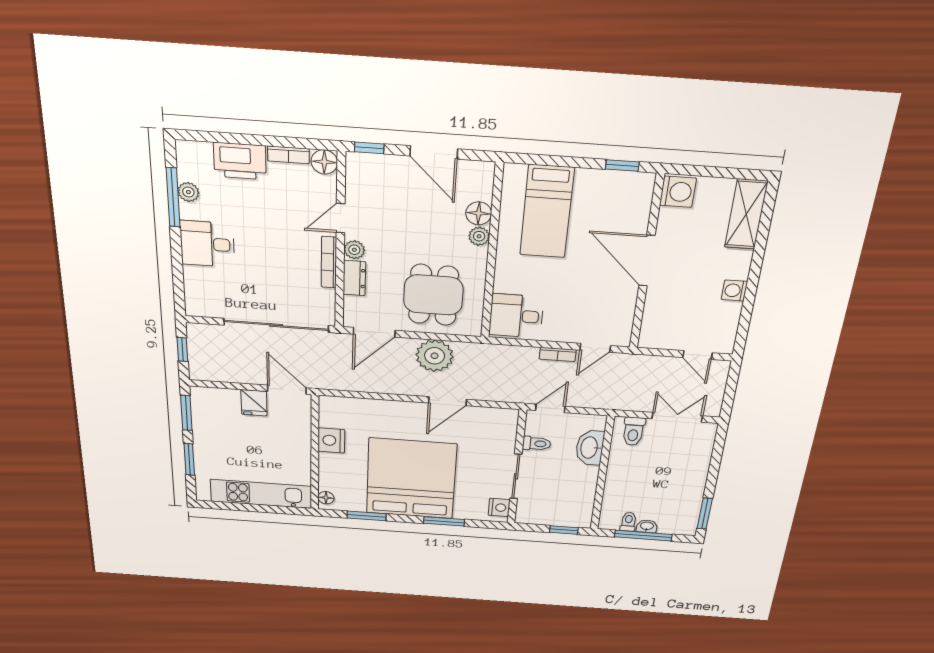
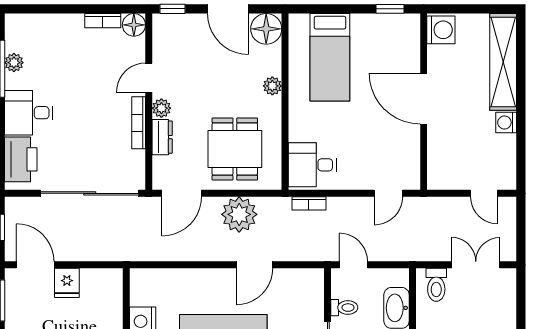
printer: (240, 161) -> (21, 159), moved, turned -90
floor lamp: (479, 213) -> (266, 29), moved, width x1.38, depth x1.38
shelving: (746, 214) -> (503, 62), width x1.47
bookcase: (558, 354) -> (309, 203), moved
door: (287, 390) -> (35, 265), moved
door: (550, 408) -> (353, 265), hinge flipped

